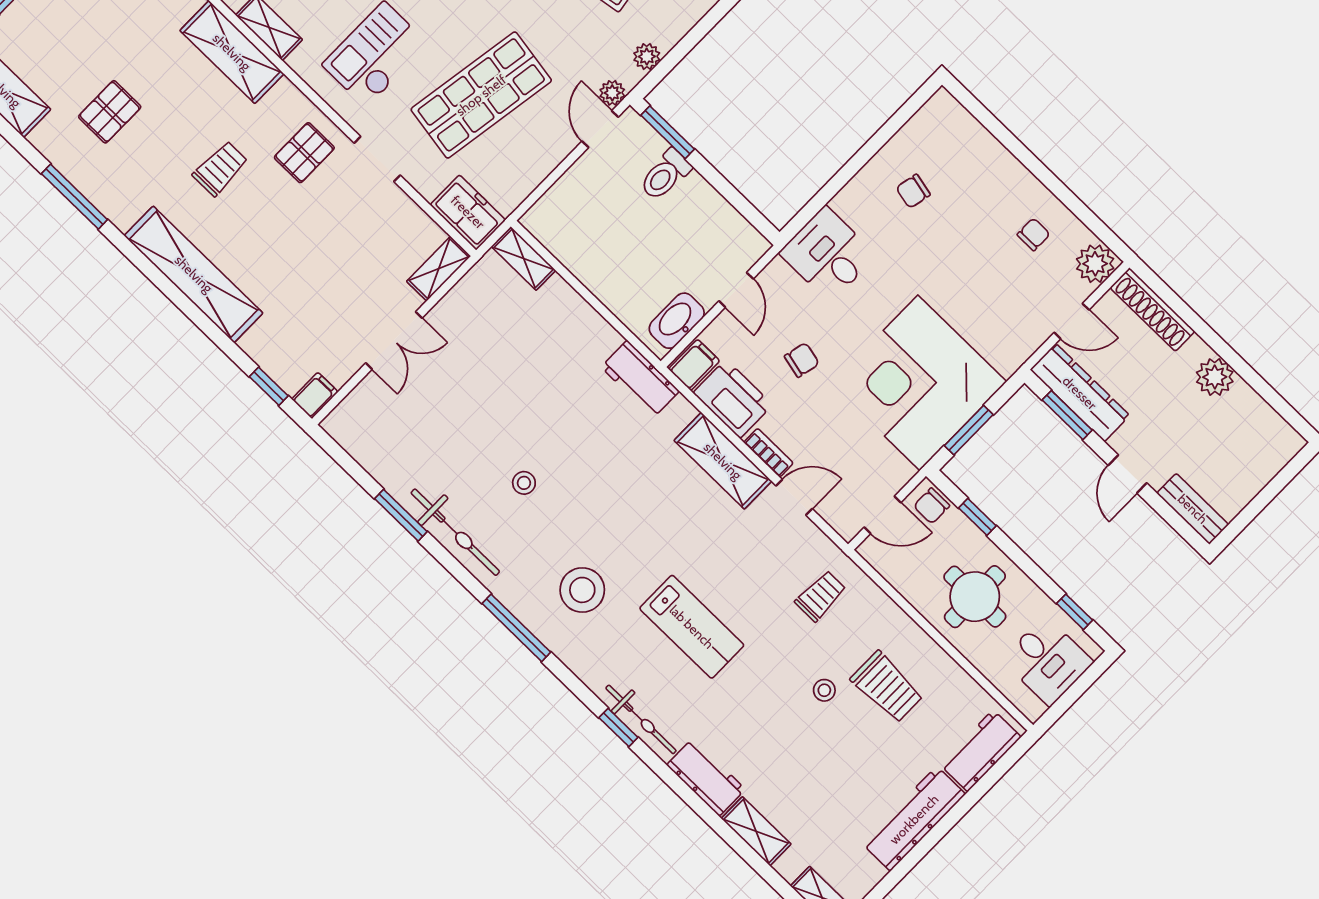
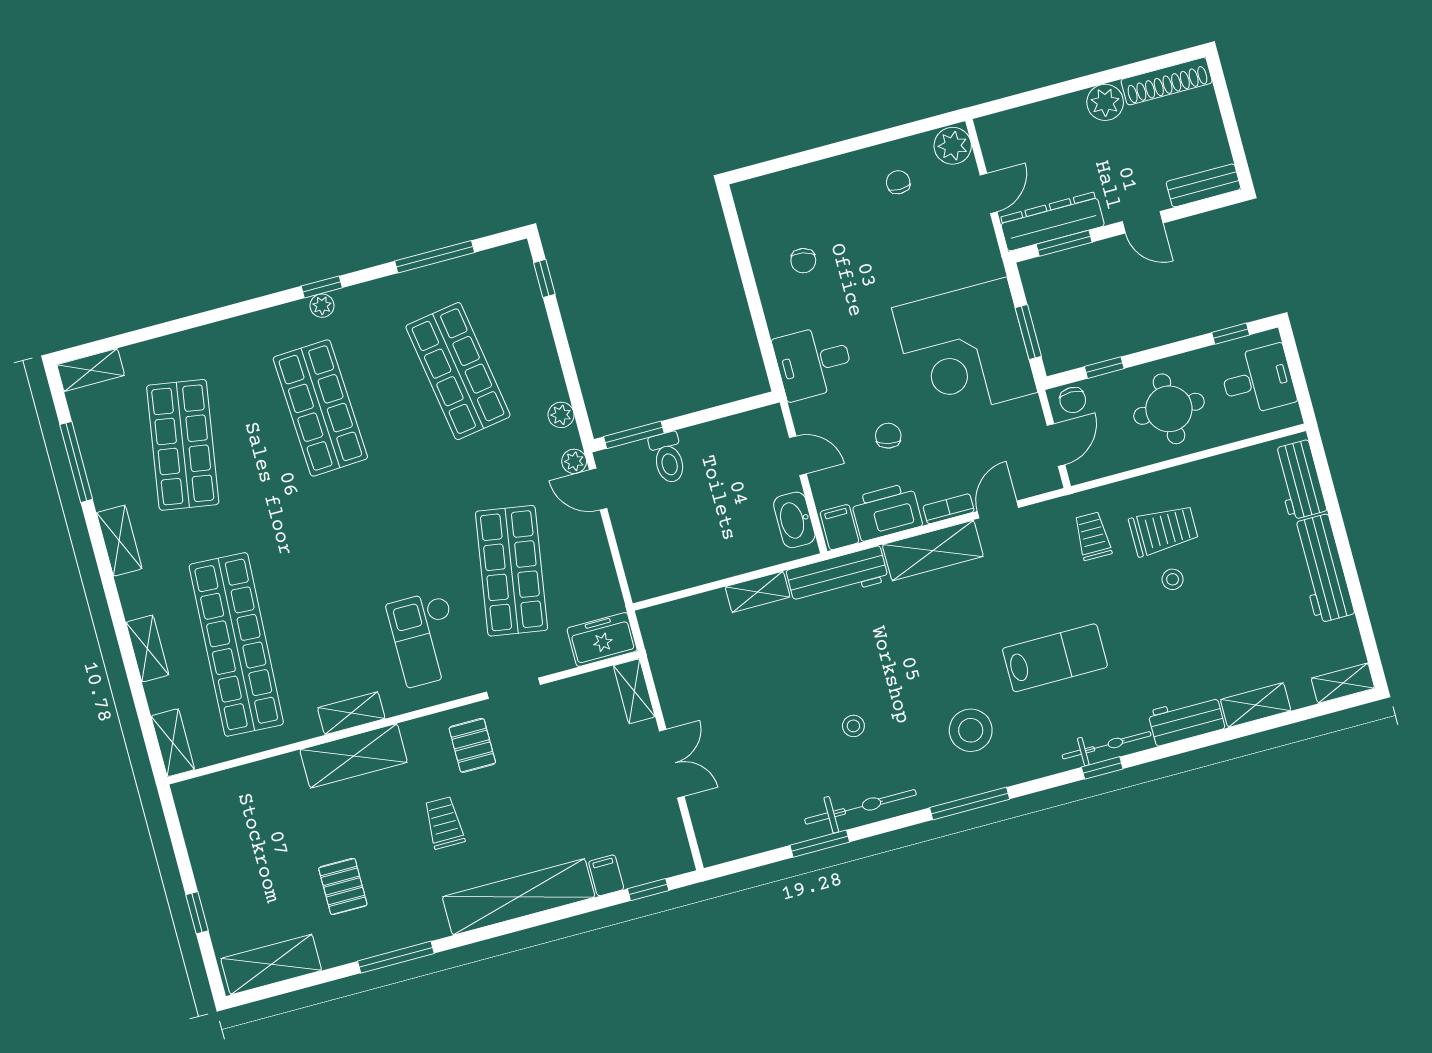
shelving: (524, 258) -> (758, 592), moved
shoe rack: (1152, 309) -> (1167, 81), moved
workbench: (640, 379) -> (837, 575), width x1.38
filing cabinet: (315, 395) -> (606, 875), moved
trolley: (887, 687) -> (1164, 530), moved

